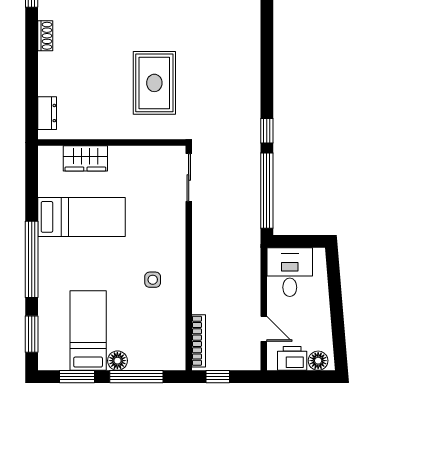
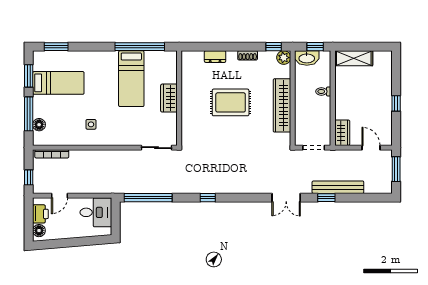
rug: (154, 83) -> (231, 102), moved
dresser: (47, 113) -> (215, 57), moved
window: (267, 131) -> (208, 198), moved
wardrobe: (85, 158) -> (169, 98), moved
window: (32, 259) -> (140, 47), moved
floor lamp: (117, 361) -> (39, 125), moved
window: (218, 377) -> (29, 177), moved

